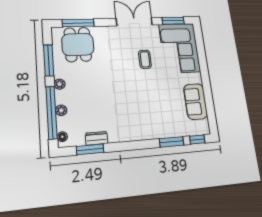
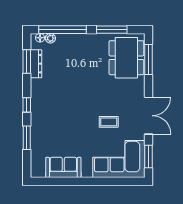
dining table: (78, 44) -> (126, 58), width x1.38
plant: (60, 84) -> (88, 38), removed
plant: (61, 110) -> (50, 38), moved
dresser: (96, 138) -> (36, 64), width x1.44
window: (197, 140) -> (27, 105), moved

